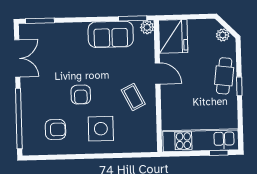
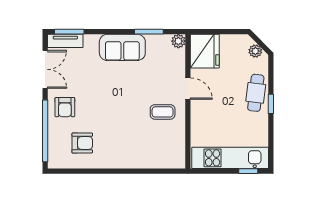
window: (133, 18) -> (149, 32), moved
tv unit: (36, 30) -> (65, 41), added
sofa: (111, 34) -> (122, 47), moved
armchair: (81, 95) -> (65, 107), moved
coffee table: (133, 97) -> (163, 112), turned -63
side table: (101, 129) -> (129, 143), removed

